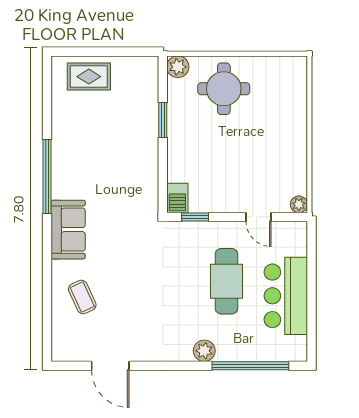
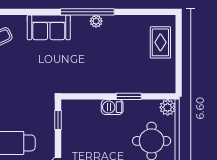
plant: (60, 165) -> (96, 21), added
barbecue: (177, 198) -> (112, 107), moved

